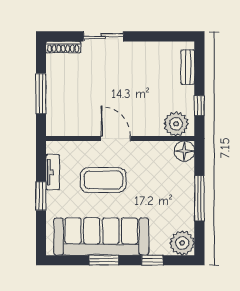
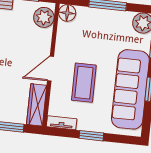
wardrobe: (71, 126) -> (37, 105), added
tv unit: (53, 172) -> (62, 123), moved

